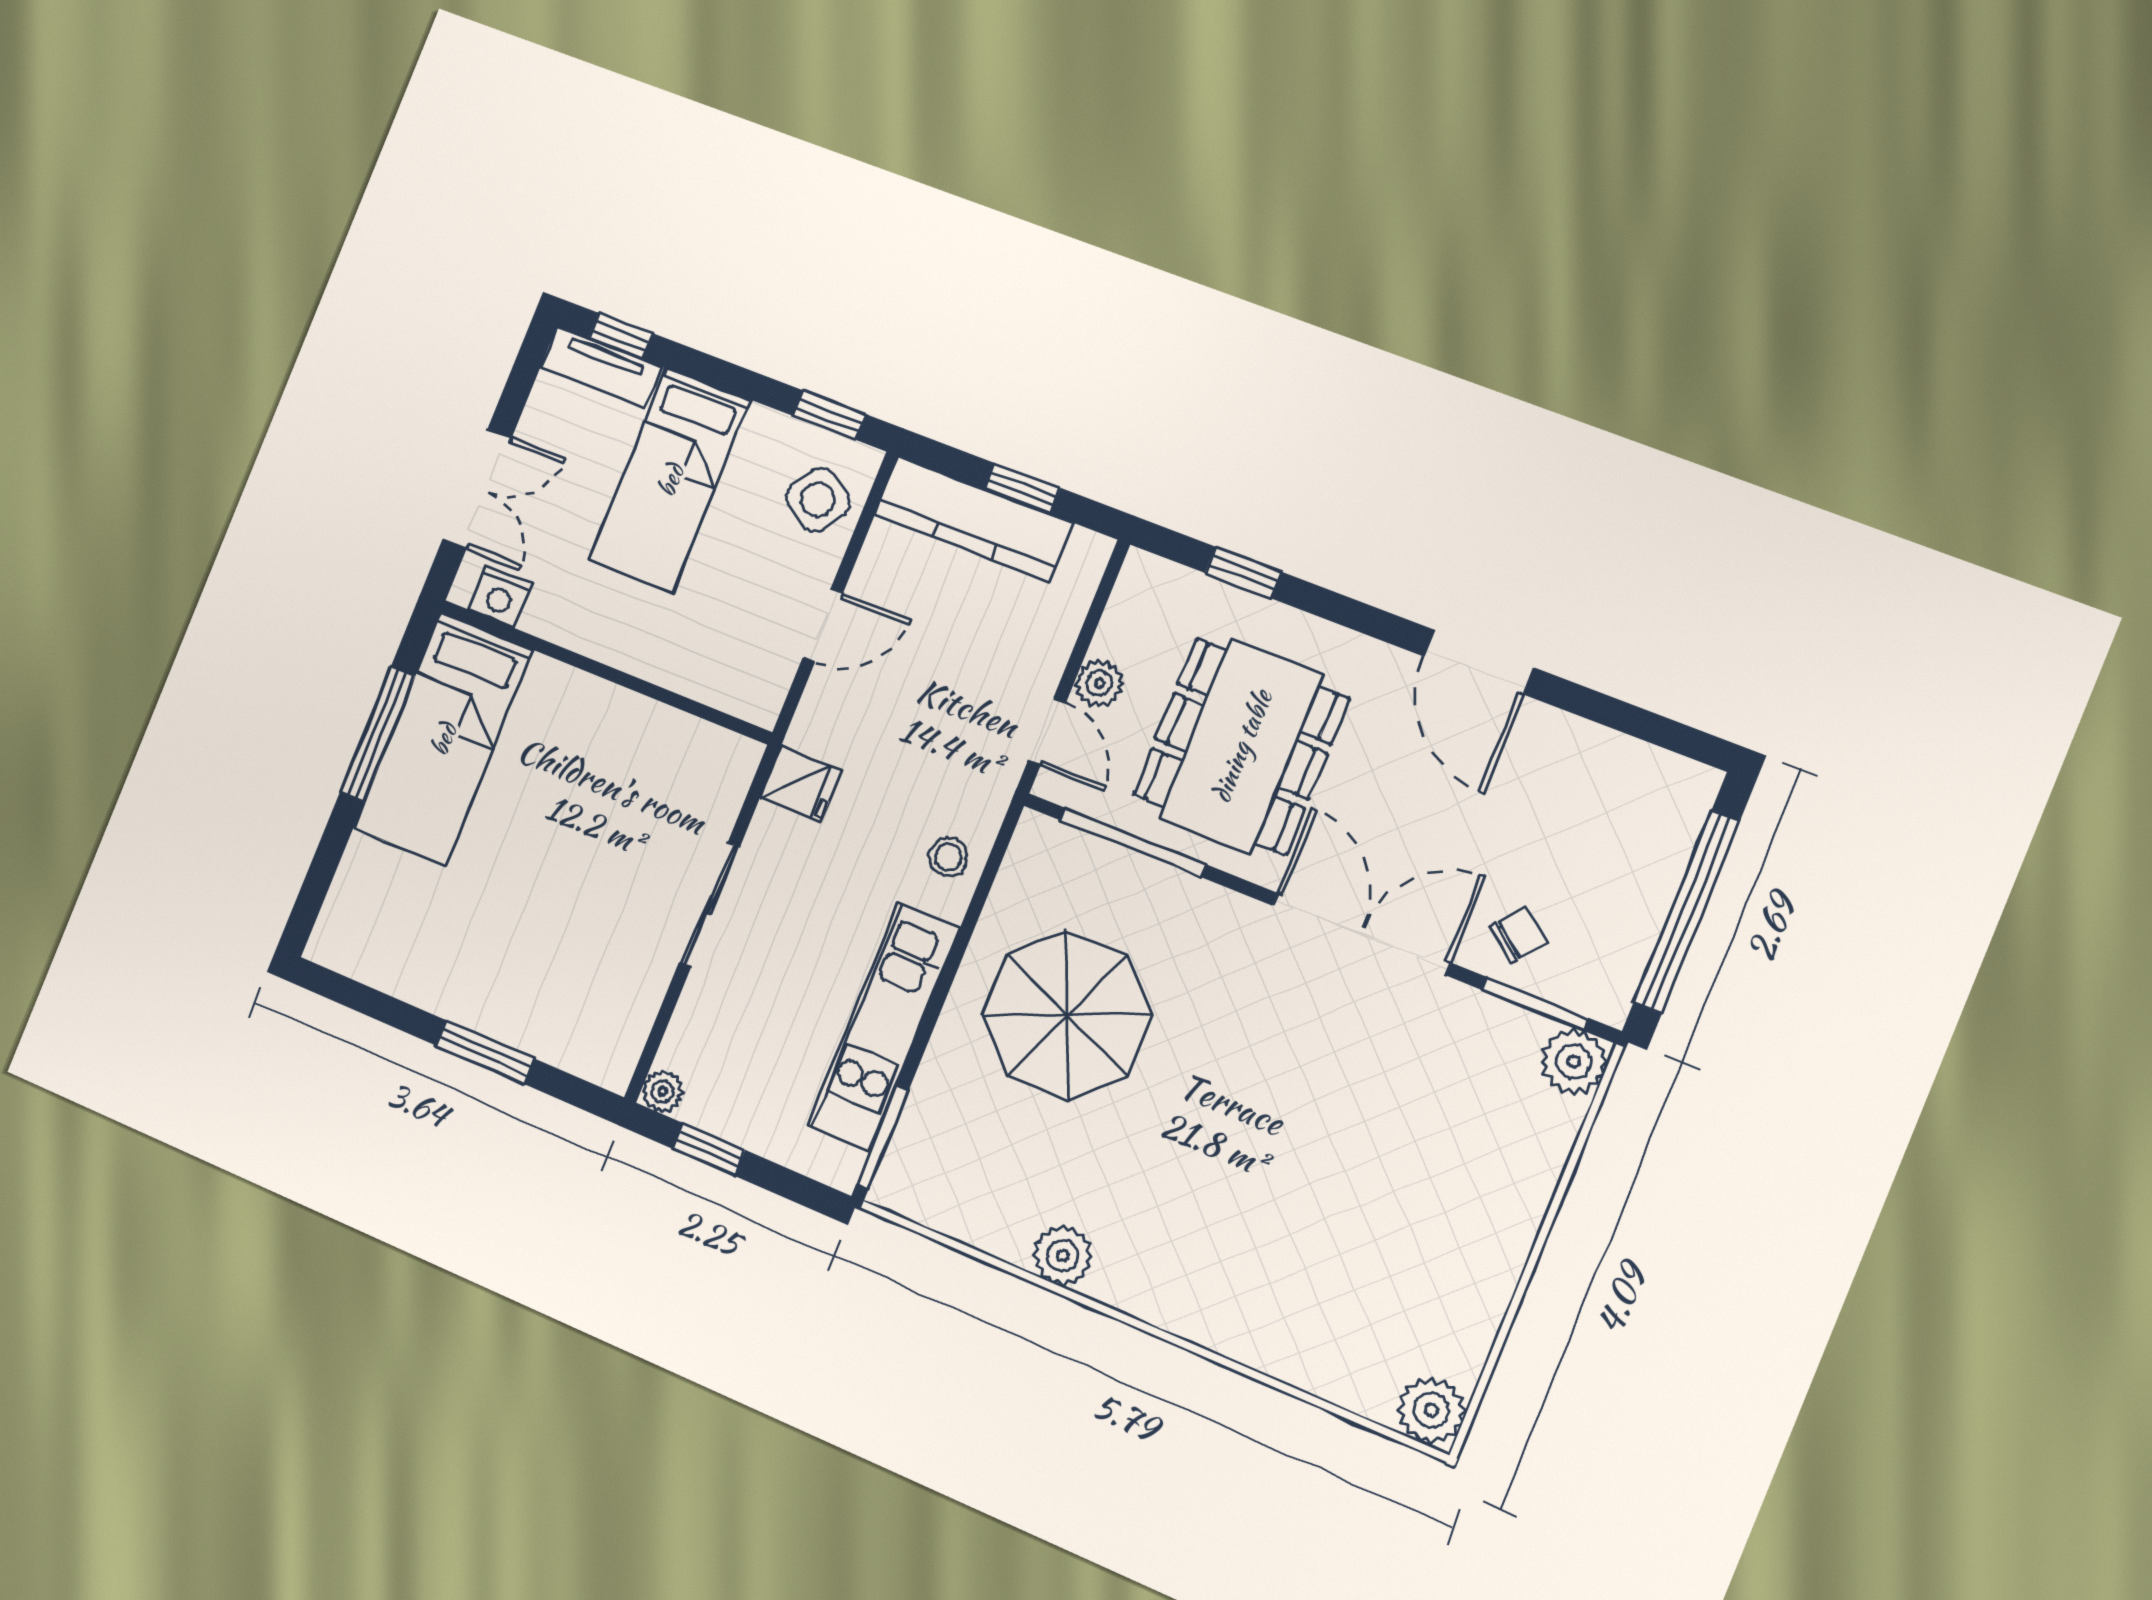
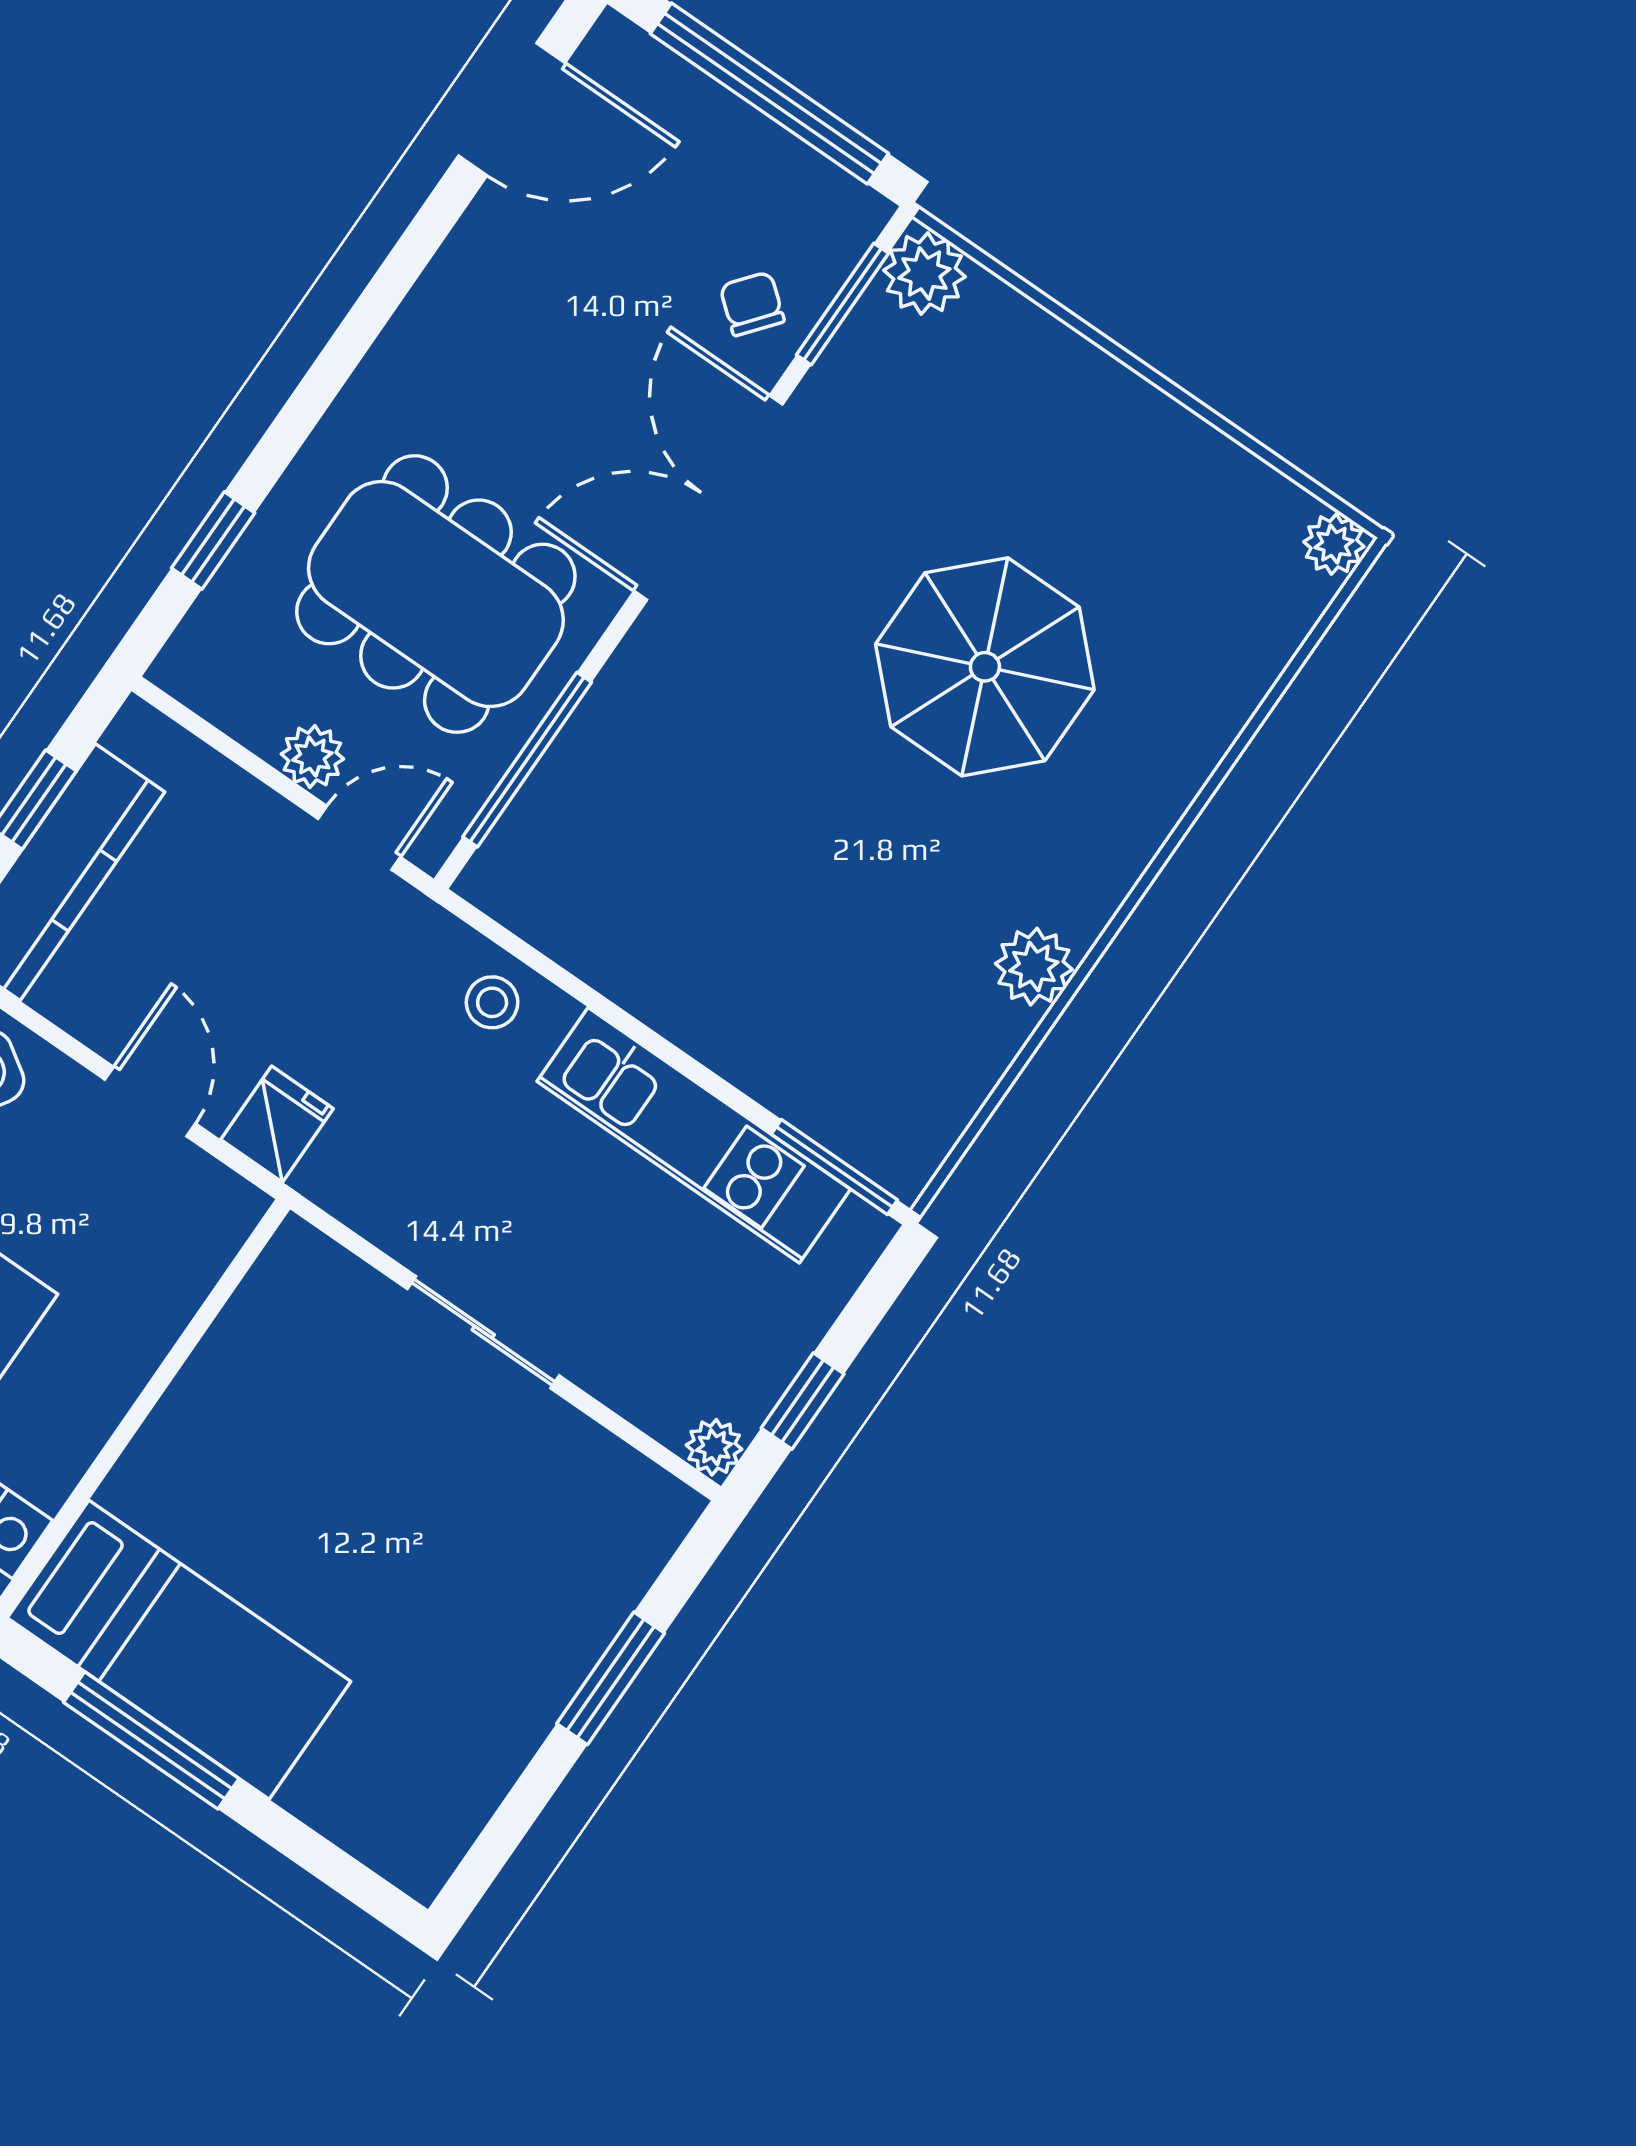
door: (1478, 662) -> (512, 109), moved
fridge: (801, 784) -> (277, 1124), moved
parasol: (1067, 1015) -> (985, 667), moved
plant: (1431, 1410) -> (1334, 544), width x0.73, depth x0.73

